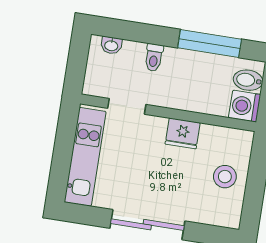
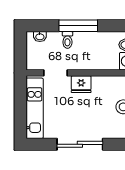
window: (210, 44) -> (78, 26), moved
fridge: (183, 133) -> (81, 84), moved

